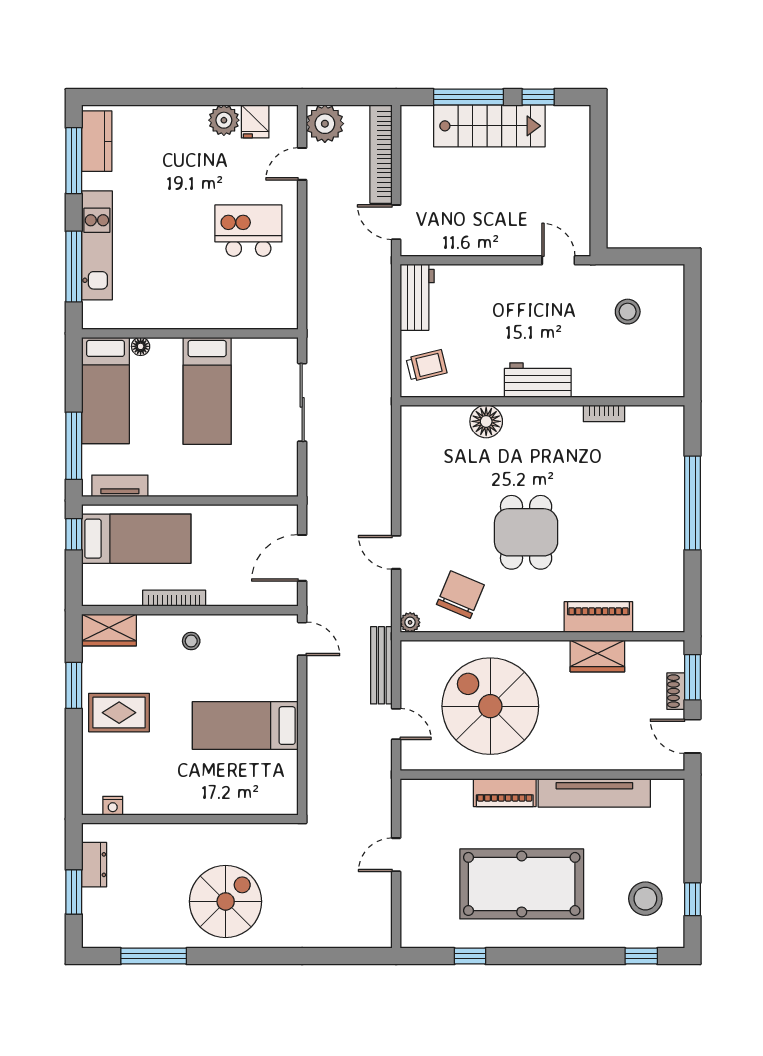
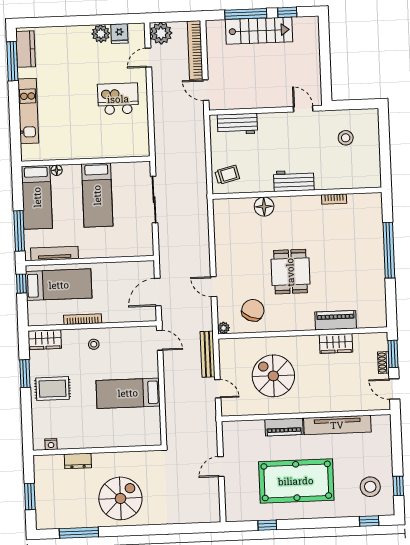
window: (74, 267) -> (15, 124), removed
workbench: (417, 297) -> (237, 124), moved, turned 90
tv unit: (120, 486) -> (54, 253), width x1.41
spiral stairs: (490, 706) -> (273, 376), width x0.73, depth x0.73
dresser: (94, 865) -> (78, 461), moved, turned 90

